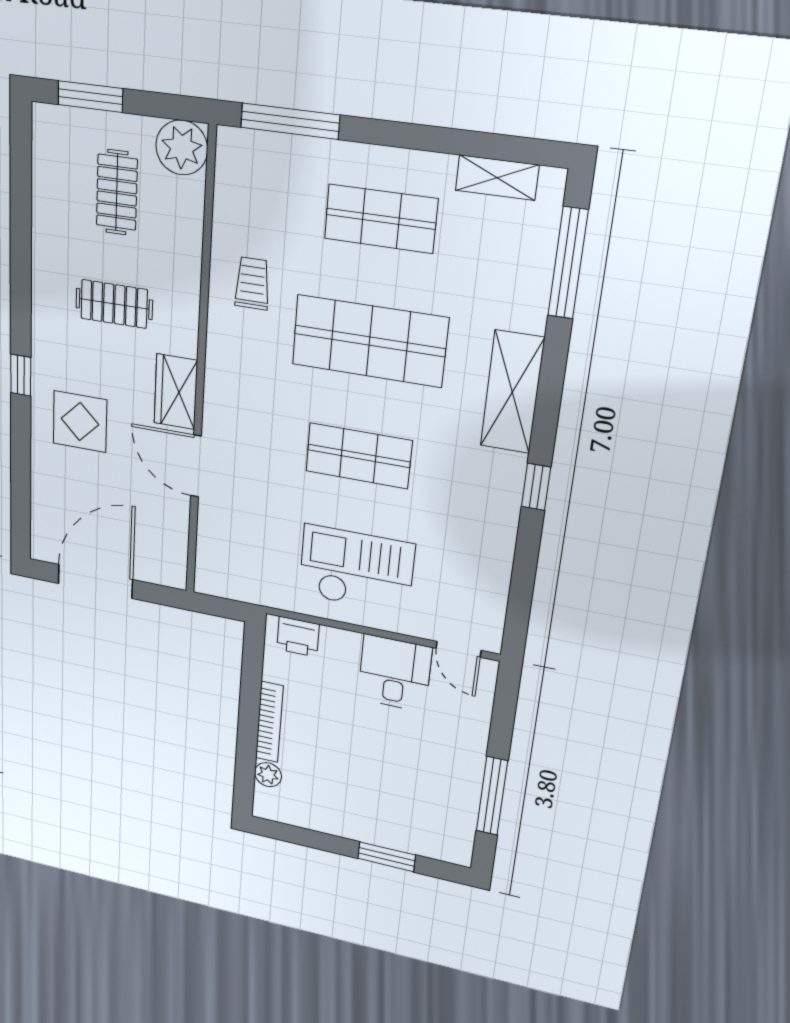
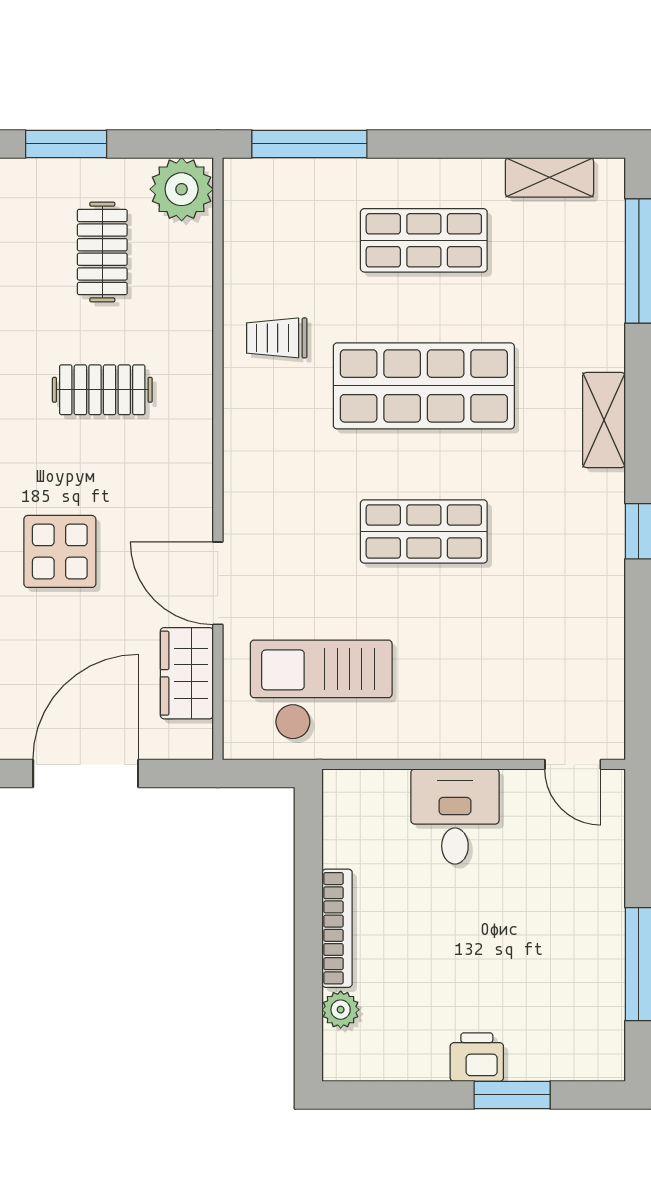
trolley: (252, 283) -> (277, 338), turned -90
wardrobe: (176, 392) -> (187, 673), moved
shelving: (512, 392) -> (604, 420), width x0.67, depth x0.75
checkout: (356, 570) -> (321, 690), moved
printer: (298, 637) -> (477, 1057), moved, turned 180
desk: (395, 673) -> (455, 817), moved

